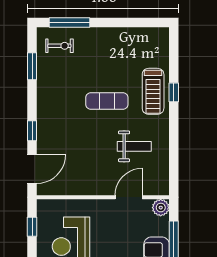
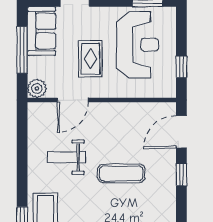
exercise mat: (107, 101) -> (121, 173), moved
rug: (113, 234) -> (90, 59), added

